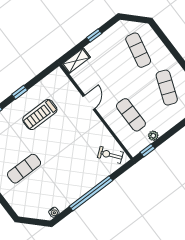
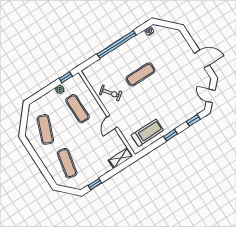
window: (94, 36) -> (95, 184), moved
treadmill: (40, 115) -> (147, 133), moved
exercise bike: (110, 155) -> (111, 93), moved
exercise mat: (24, 169) -> (140, 75), moved

